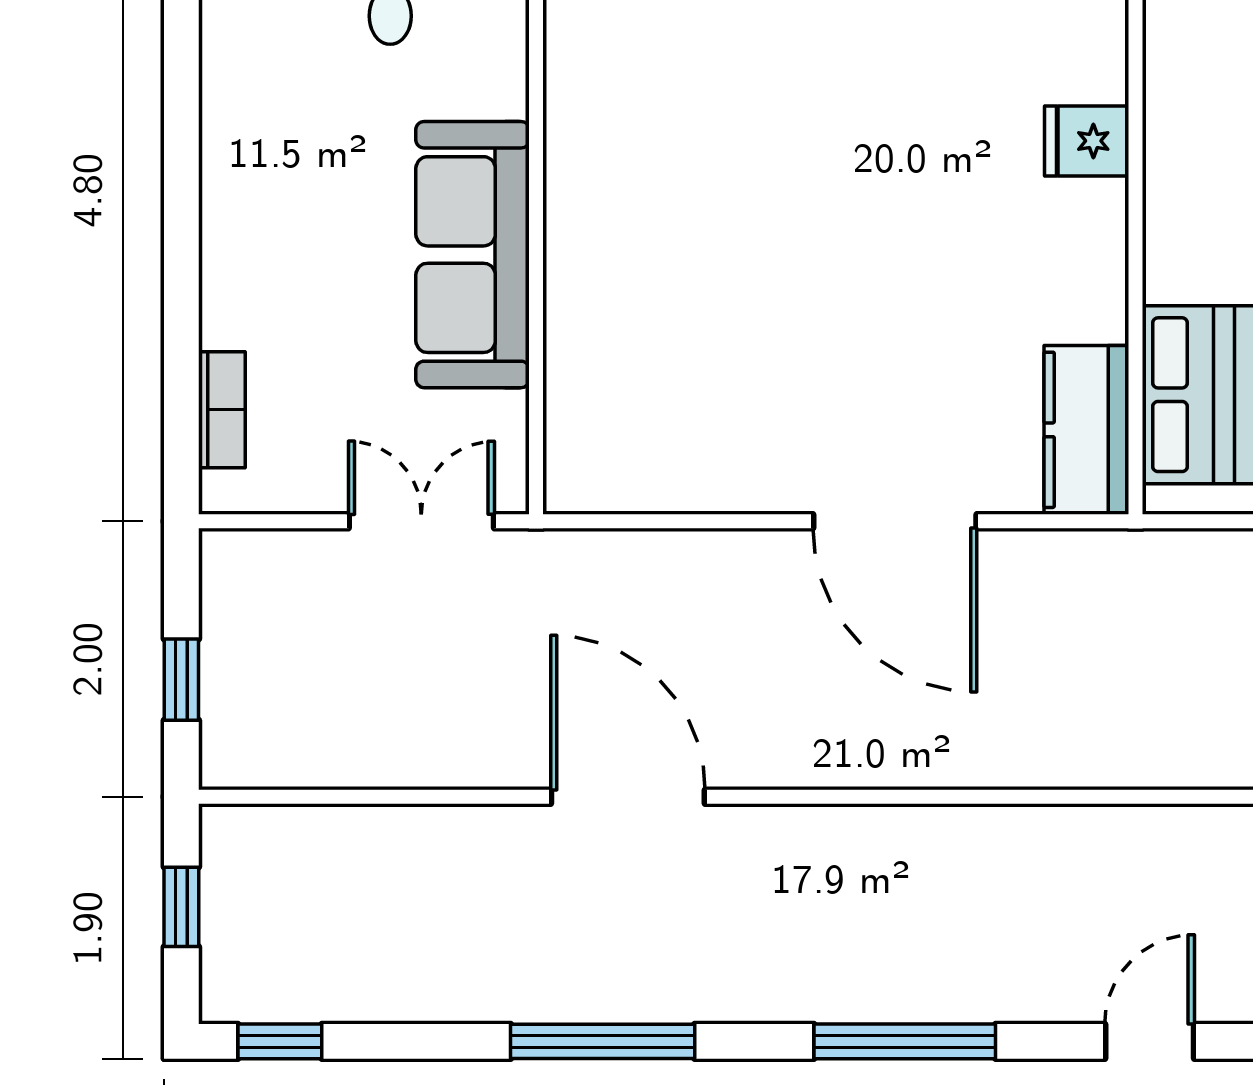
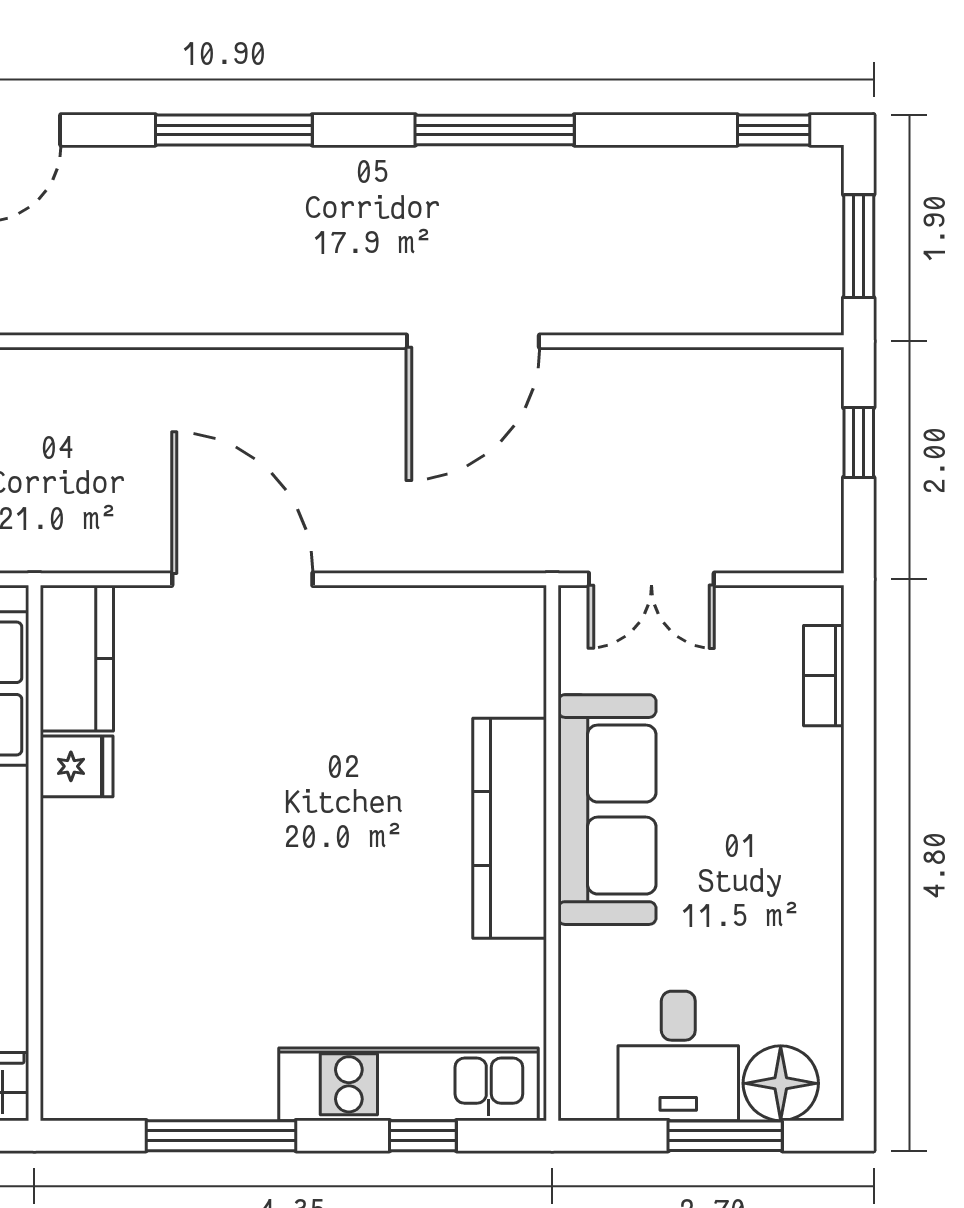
fridge: (1087, 141) -> (77, 766), moved
kitchen counter: (585, 233) -> (510, 828), added
door: (628, 797) -> (473, 341), hinge flipped
window: (181, 907) -> (859, 246), width x1.50

